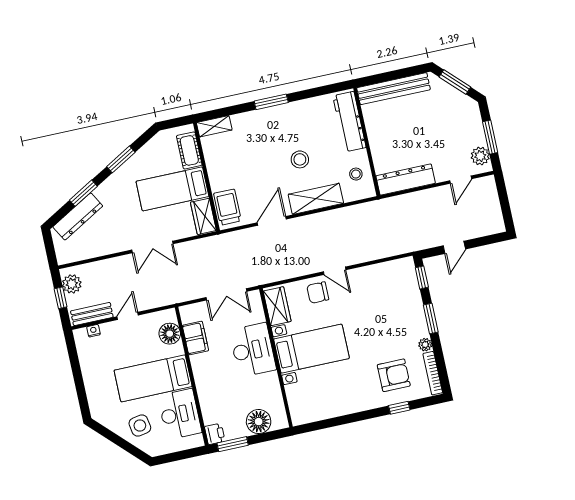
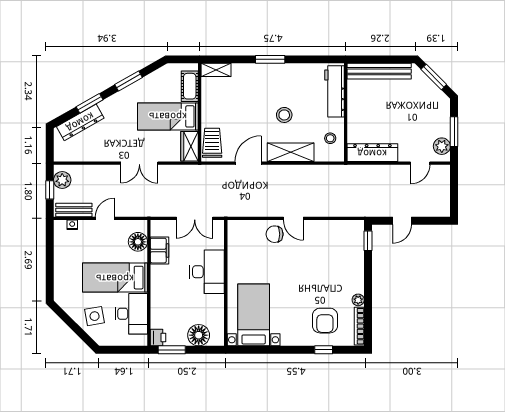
wardrobe: (277, 306) -> (237, 238), removed
window: (431, 319) -> (368, 278), removed
bed with nightstands: (311, 349) -> (254, 315), moved, turned -90
armchair: (394, 375) -> (325, 321), turned 90

